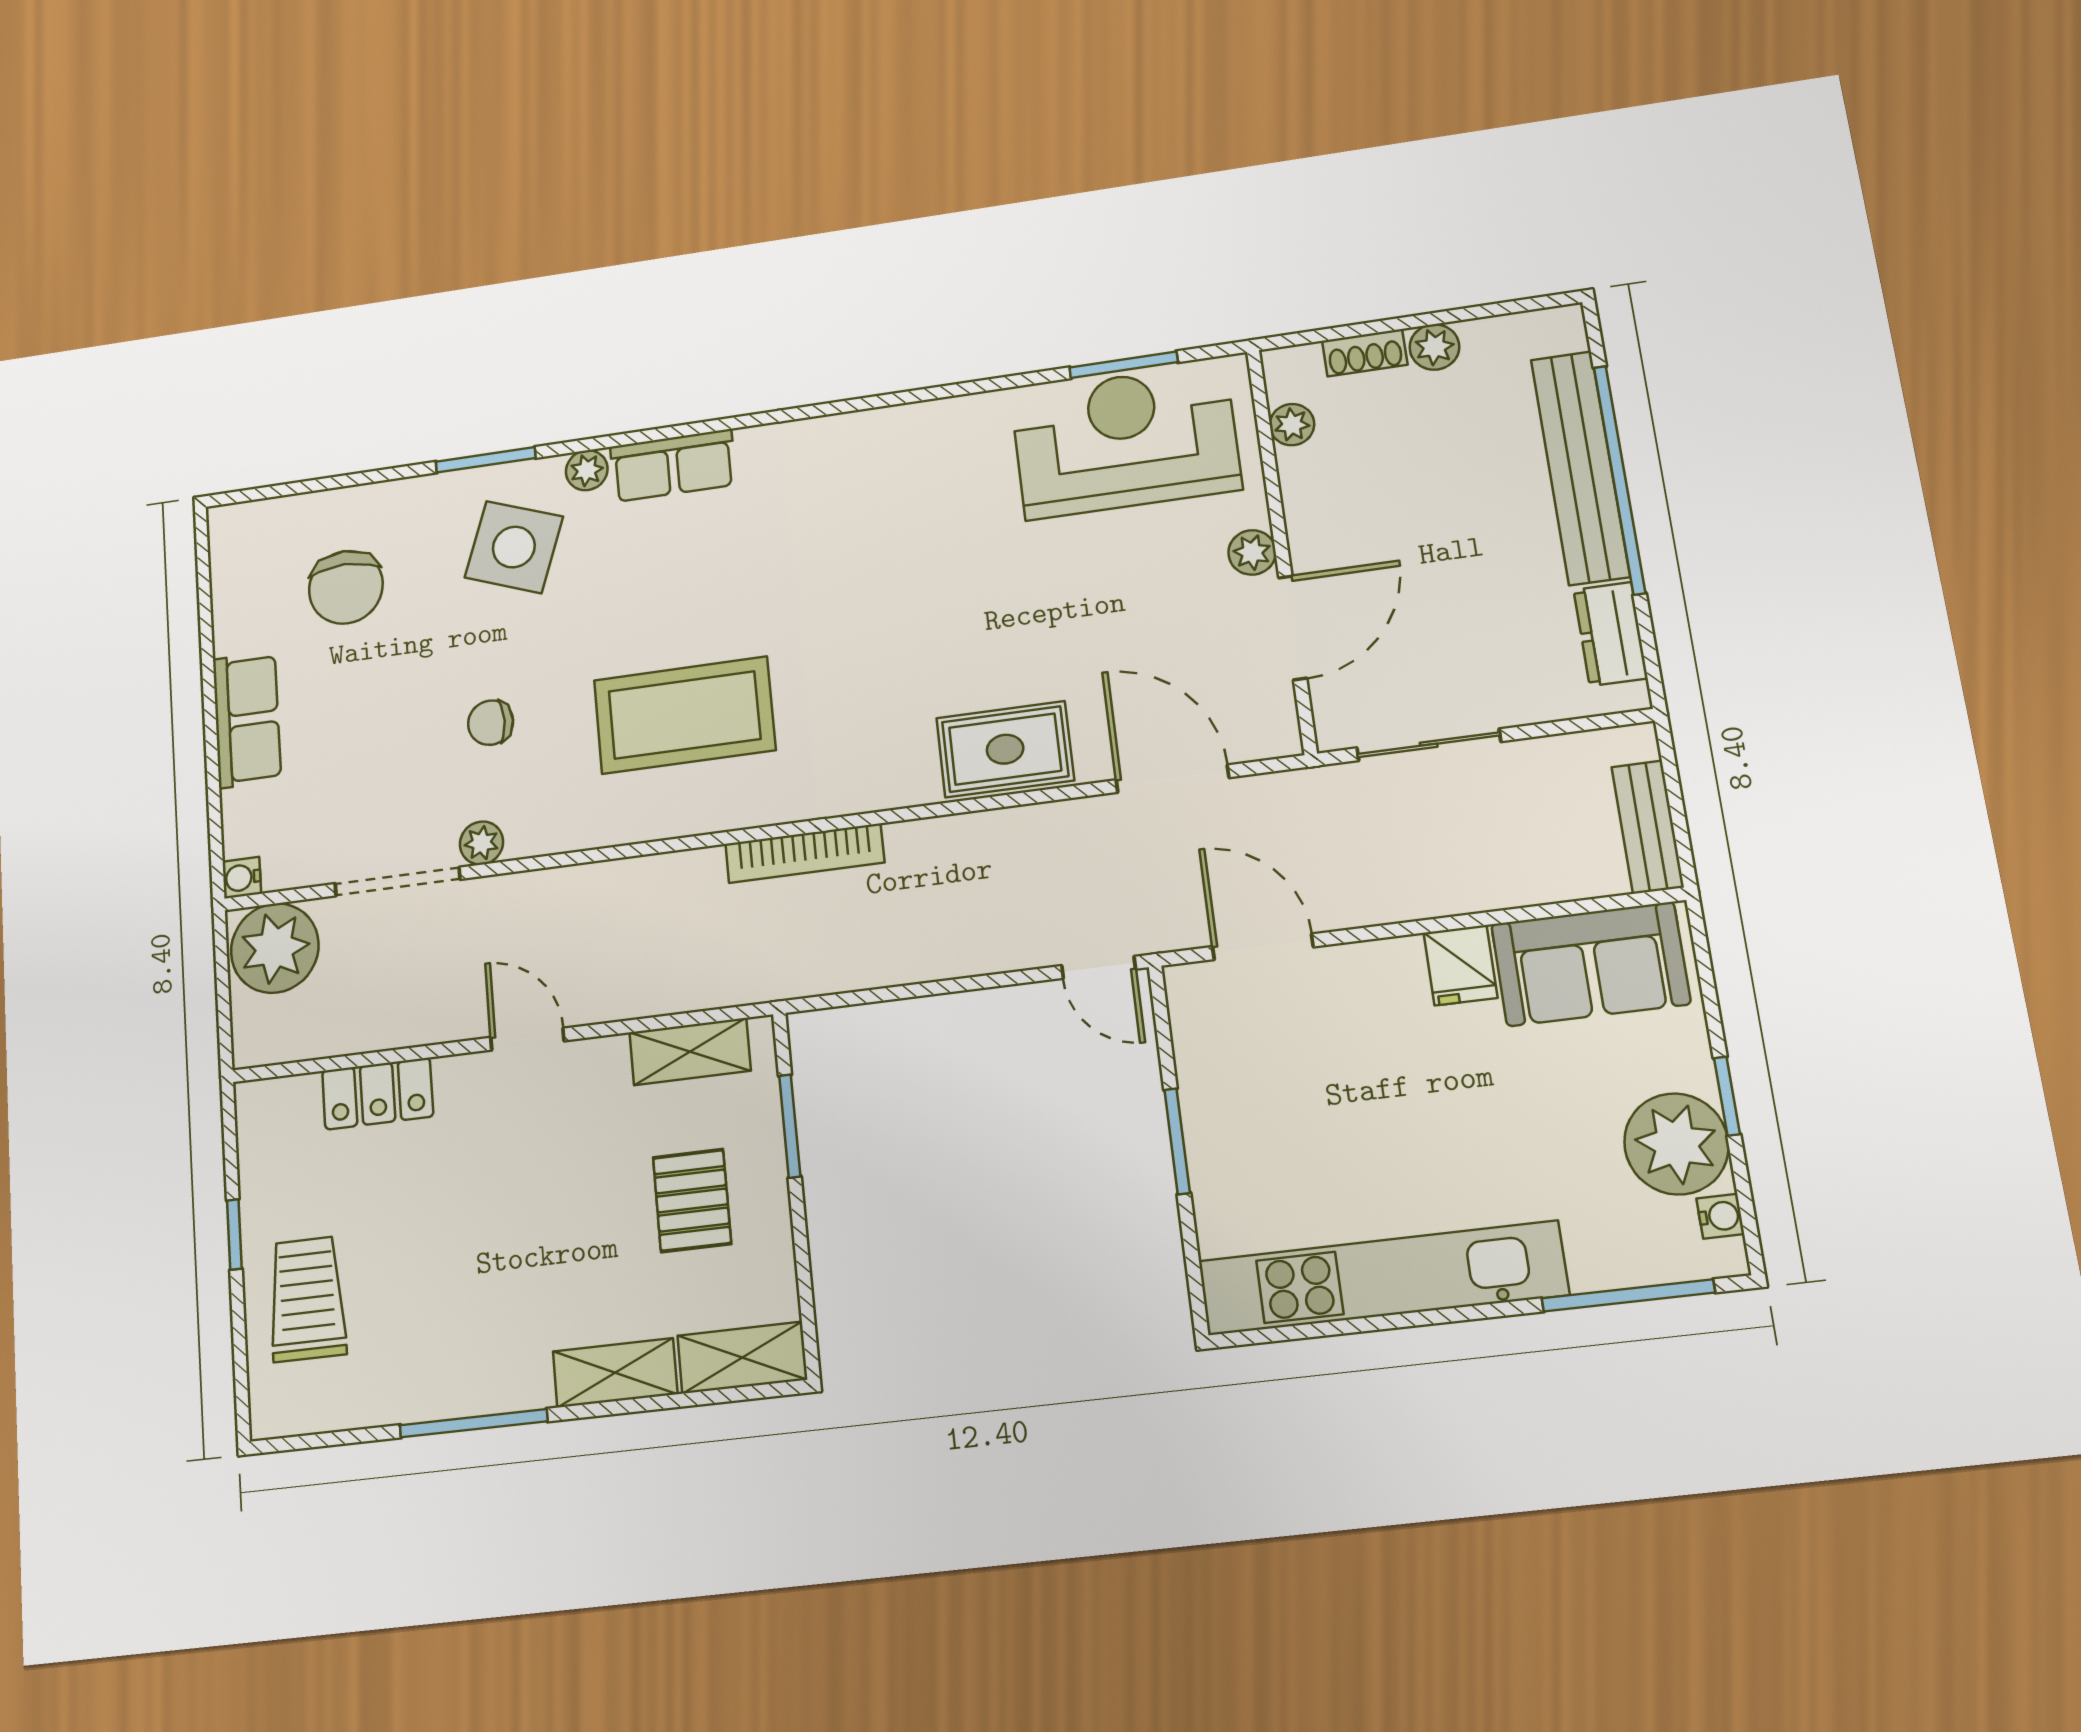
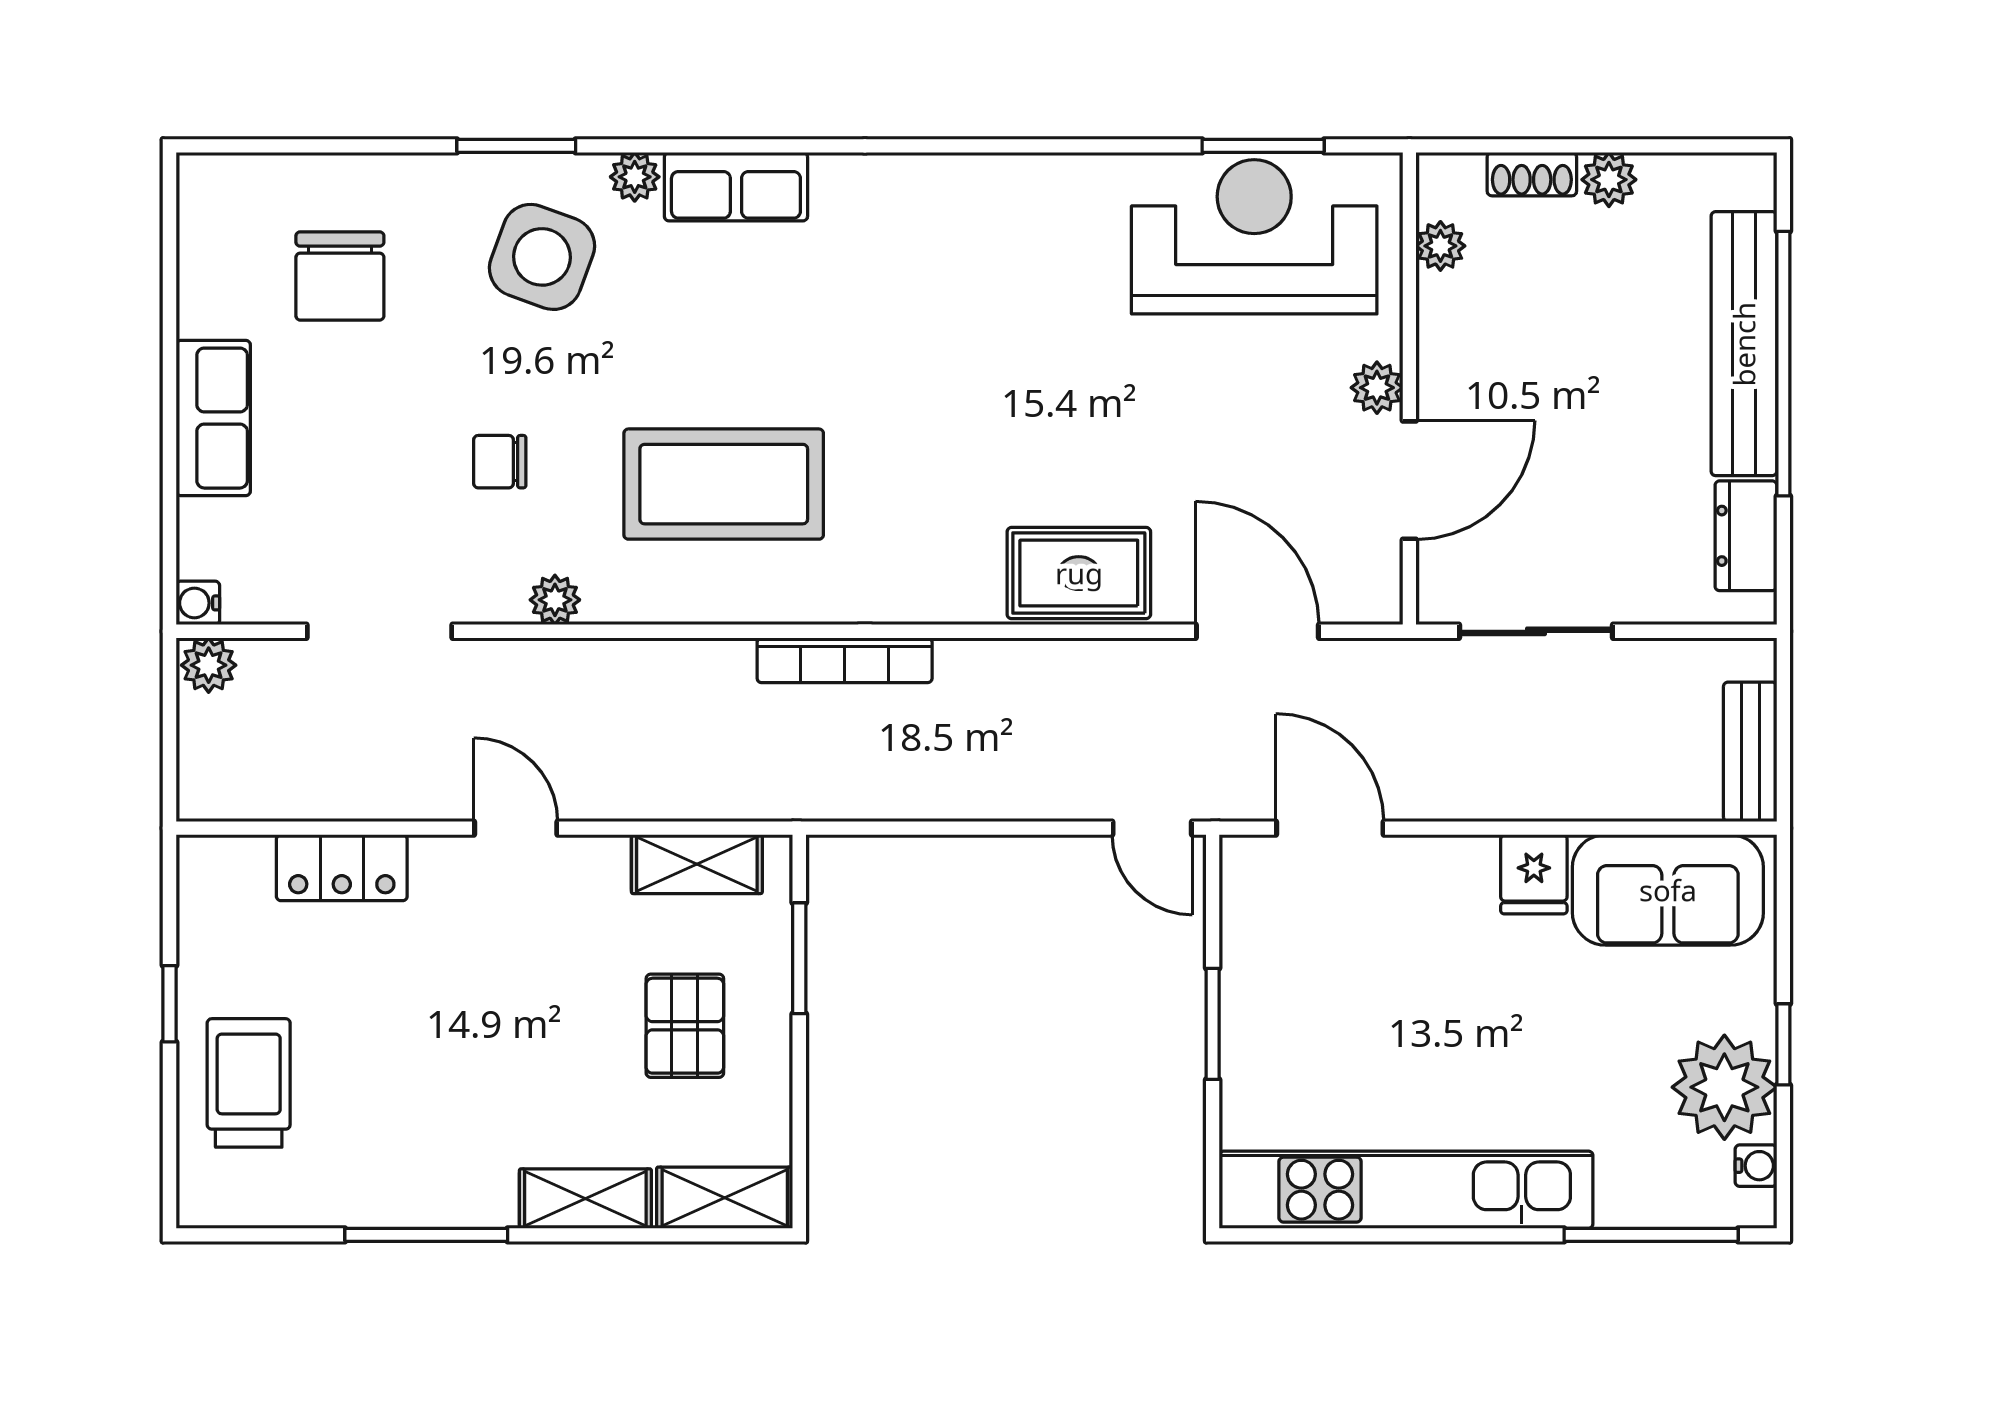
plant: (481, 843) -> (555, 600), moved
plant: (275, 948) -> (209, 665), width x0.53, depth x0.53

